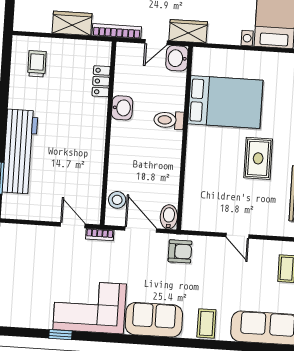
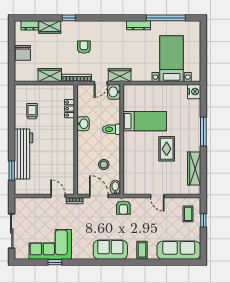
trolley: (37, 64) -> (32, 111), moved
bed: (225, 102) -> (145, 121), width x0.67
stool: (117, 200) -> (104, 164), moved
armchair: (180, 251) -> (123, 208), turned 90
corner sofa: (90, 307) -> (50, 244), moved

